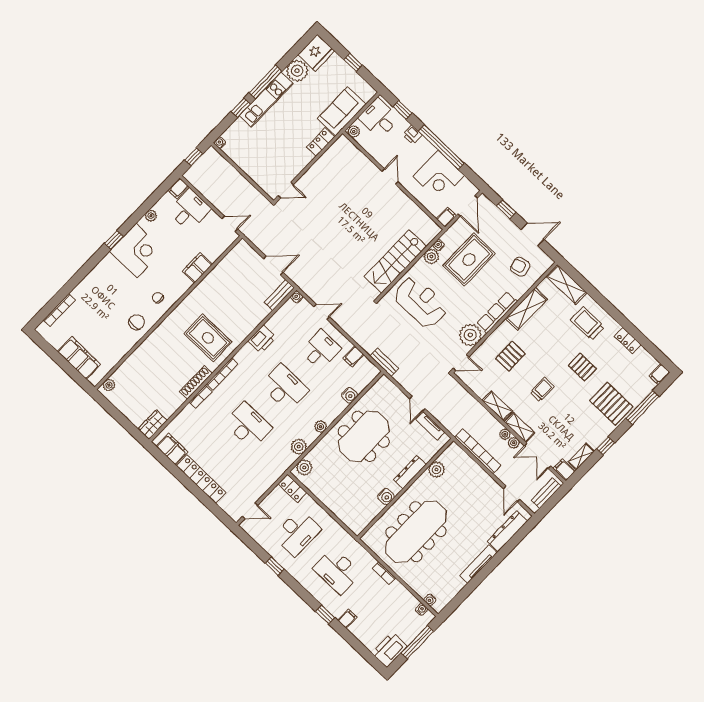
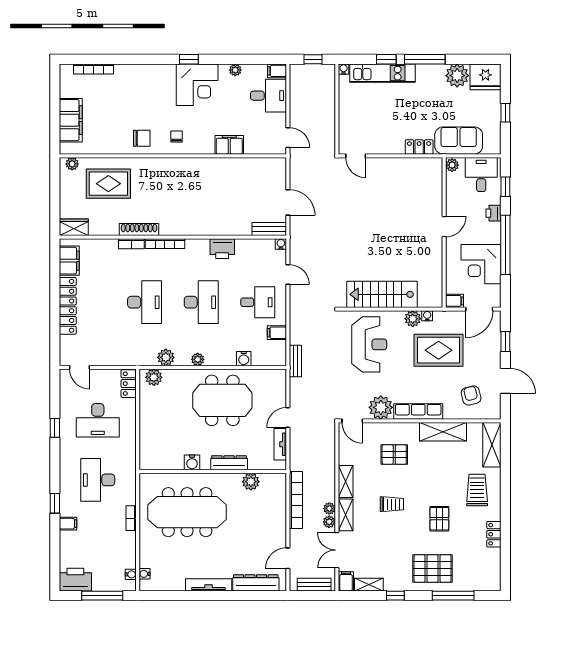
kitchen unit: (266, 100) -> (383, 73), moved
rug: (208, 338) -> (108, 184), moved, turned 90
filing cabinet: (660, 374) -> (491, 584), removed
pallet: (611, 404) -> (433, 569), turned 90

